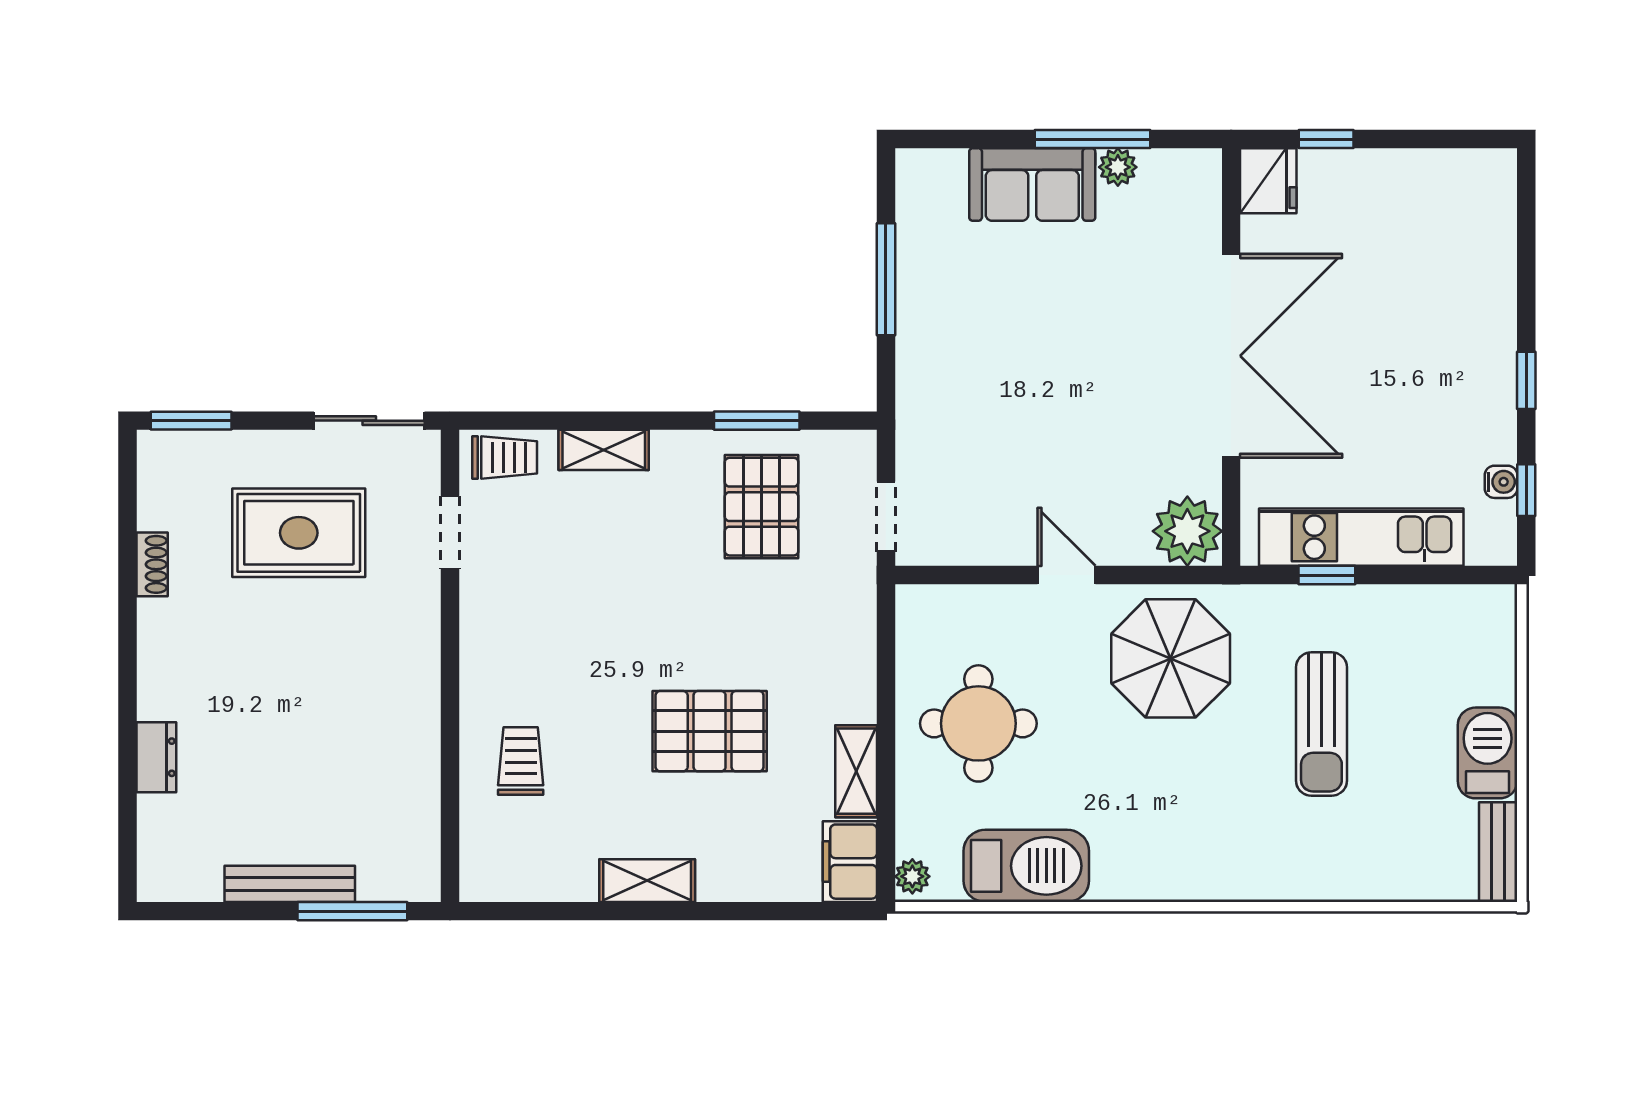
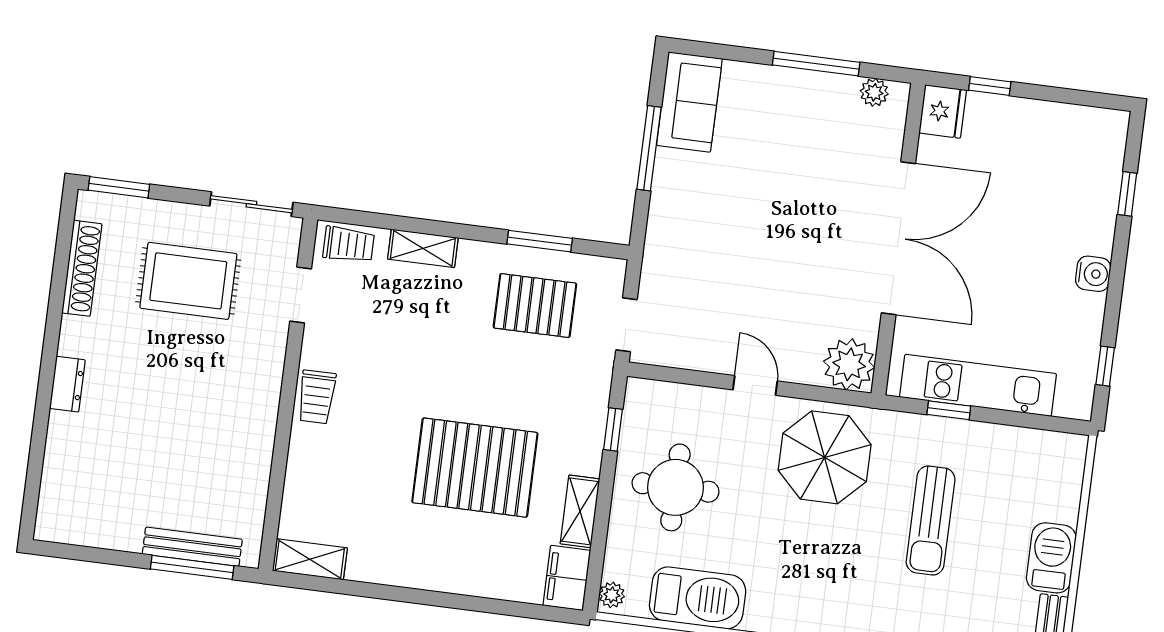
plant: (1118, 167) -> (874, 92), moved
sofa: (1032, 185) -> (689, 102), moved, turned -90
window: (1526, 380) -> (1127, 194), moved
water cooler: (1501, 482) -> (1093, 274), moved, width x1.38, depth x1.38
pallet: (762, 507) -> (535, 306), turned 90
shoe rack: (152, 564) -> (82, 268), width x1.94, depth x1.24
window: (886, 657) -> (613, 429), added
pallet: (710, 731) -> (475, 468), width x1.37, depth x1.41
dresser: (156, 757) -> (67, 384), moved
trolley: (521, 761) -> (317, 397), moved, turned 180
shelving: (647, 881) -> (310, 559), moved
bench: (290, 884) -> (192, 547), moved

